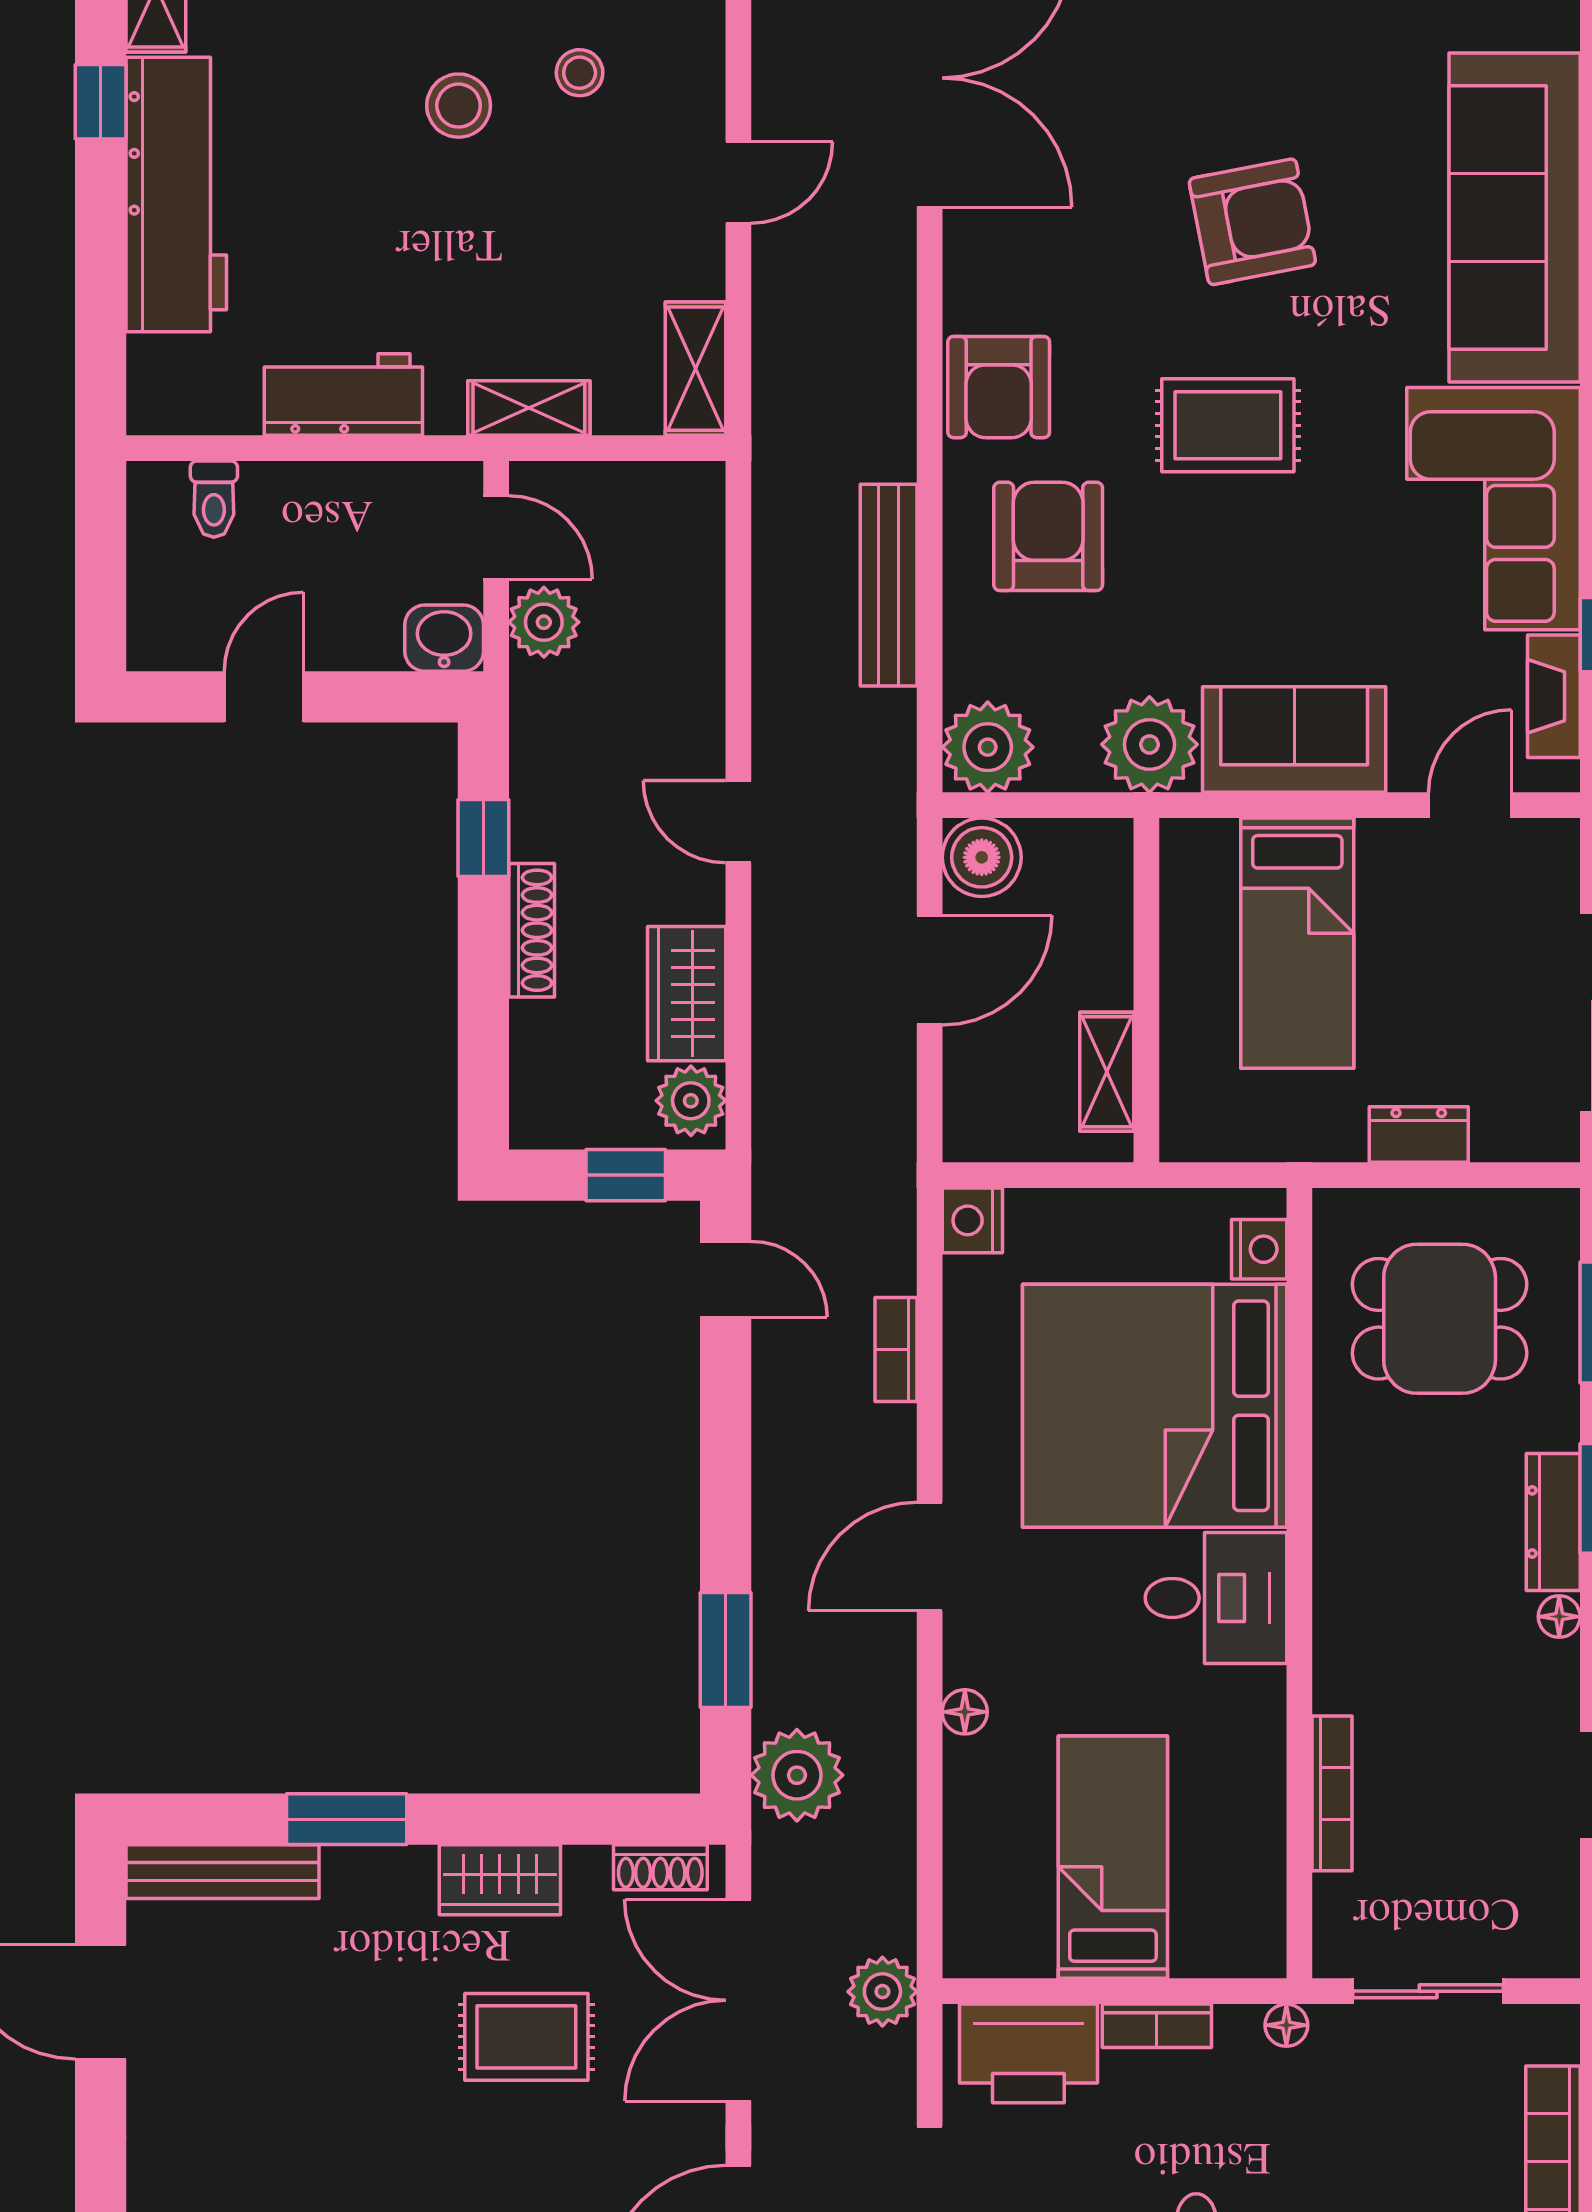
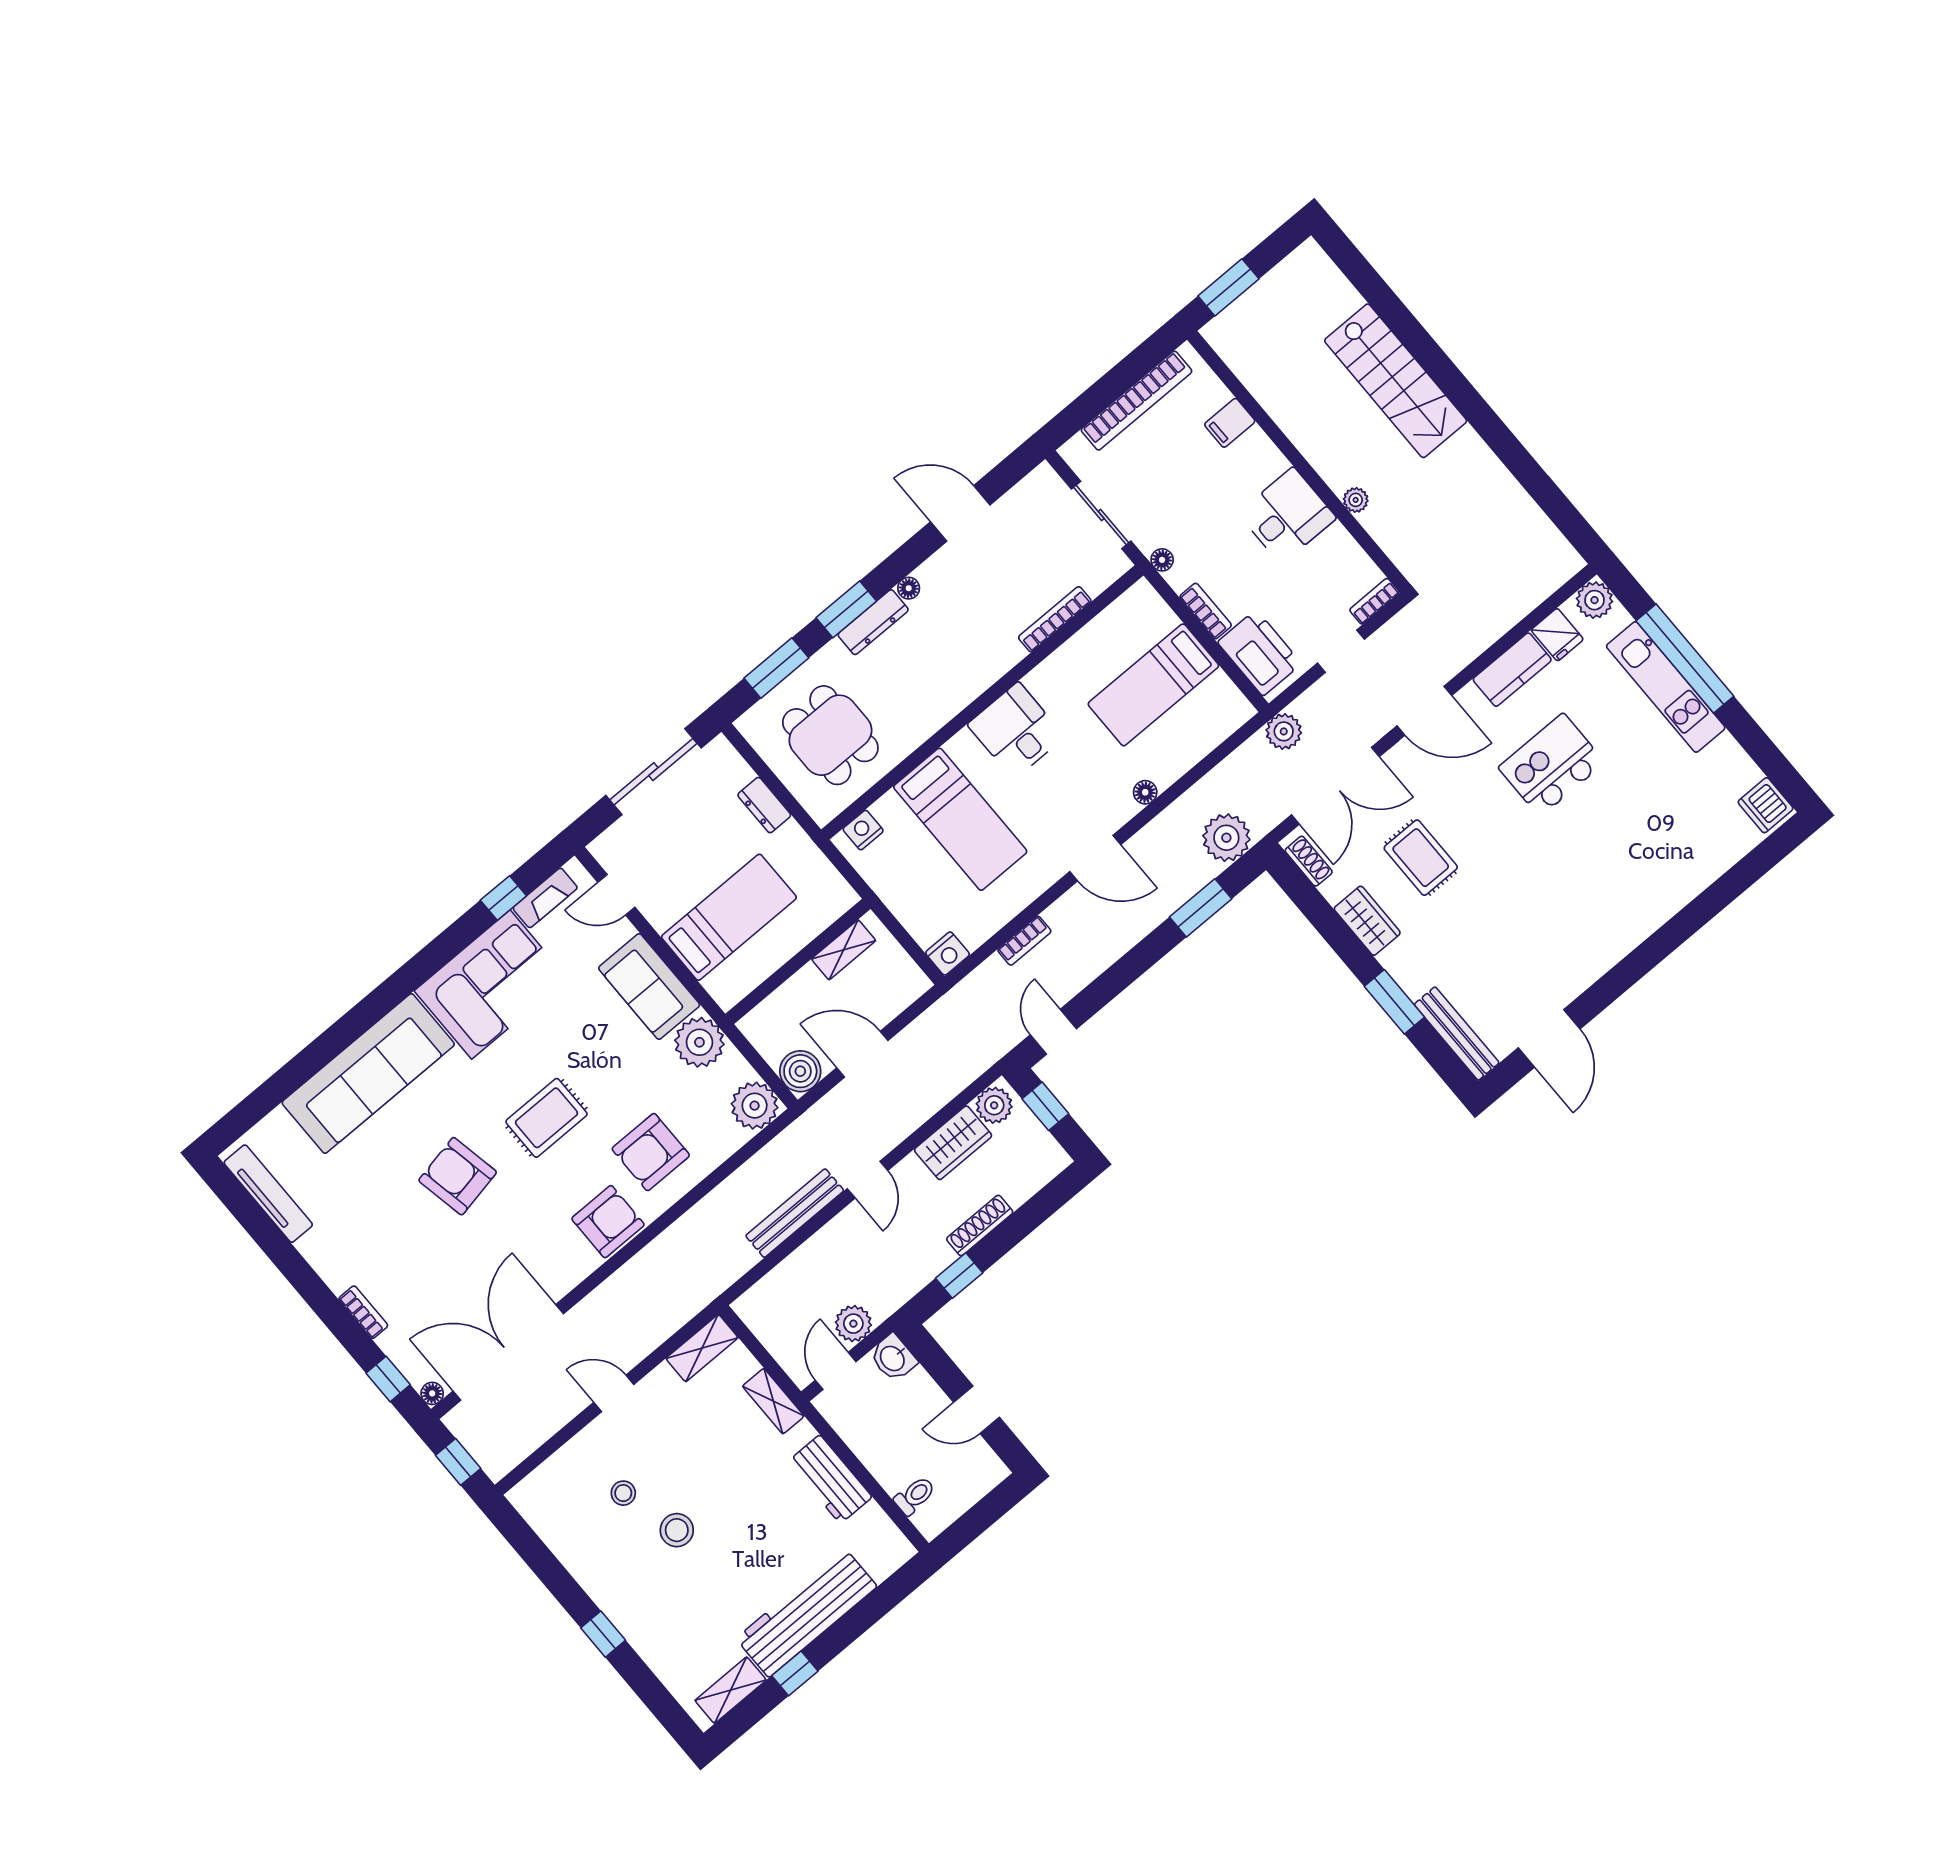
rug: (1228, 425) -> (546, 1118), turned 90
bench: (889, 585) -> (795, 1213), moved
bed: (1155, 1406) -> (960, 819), width x0.49

